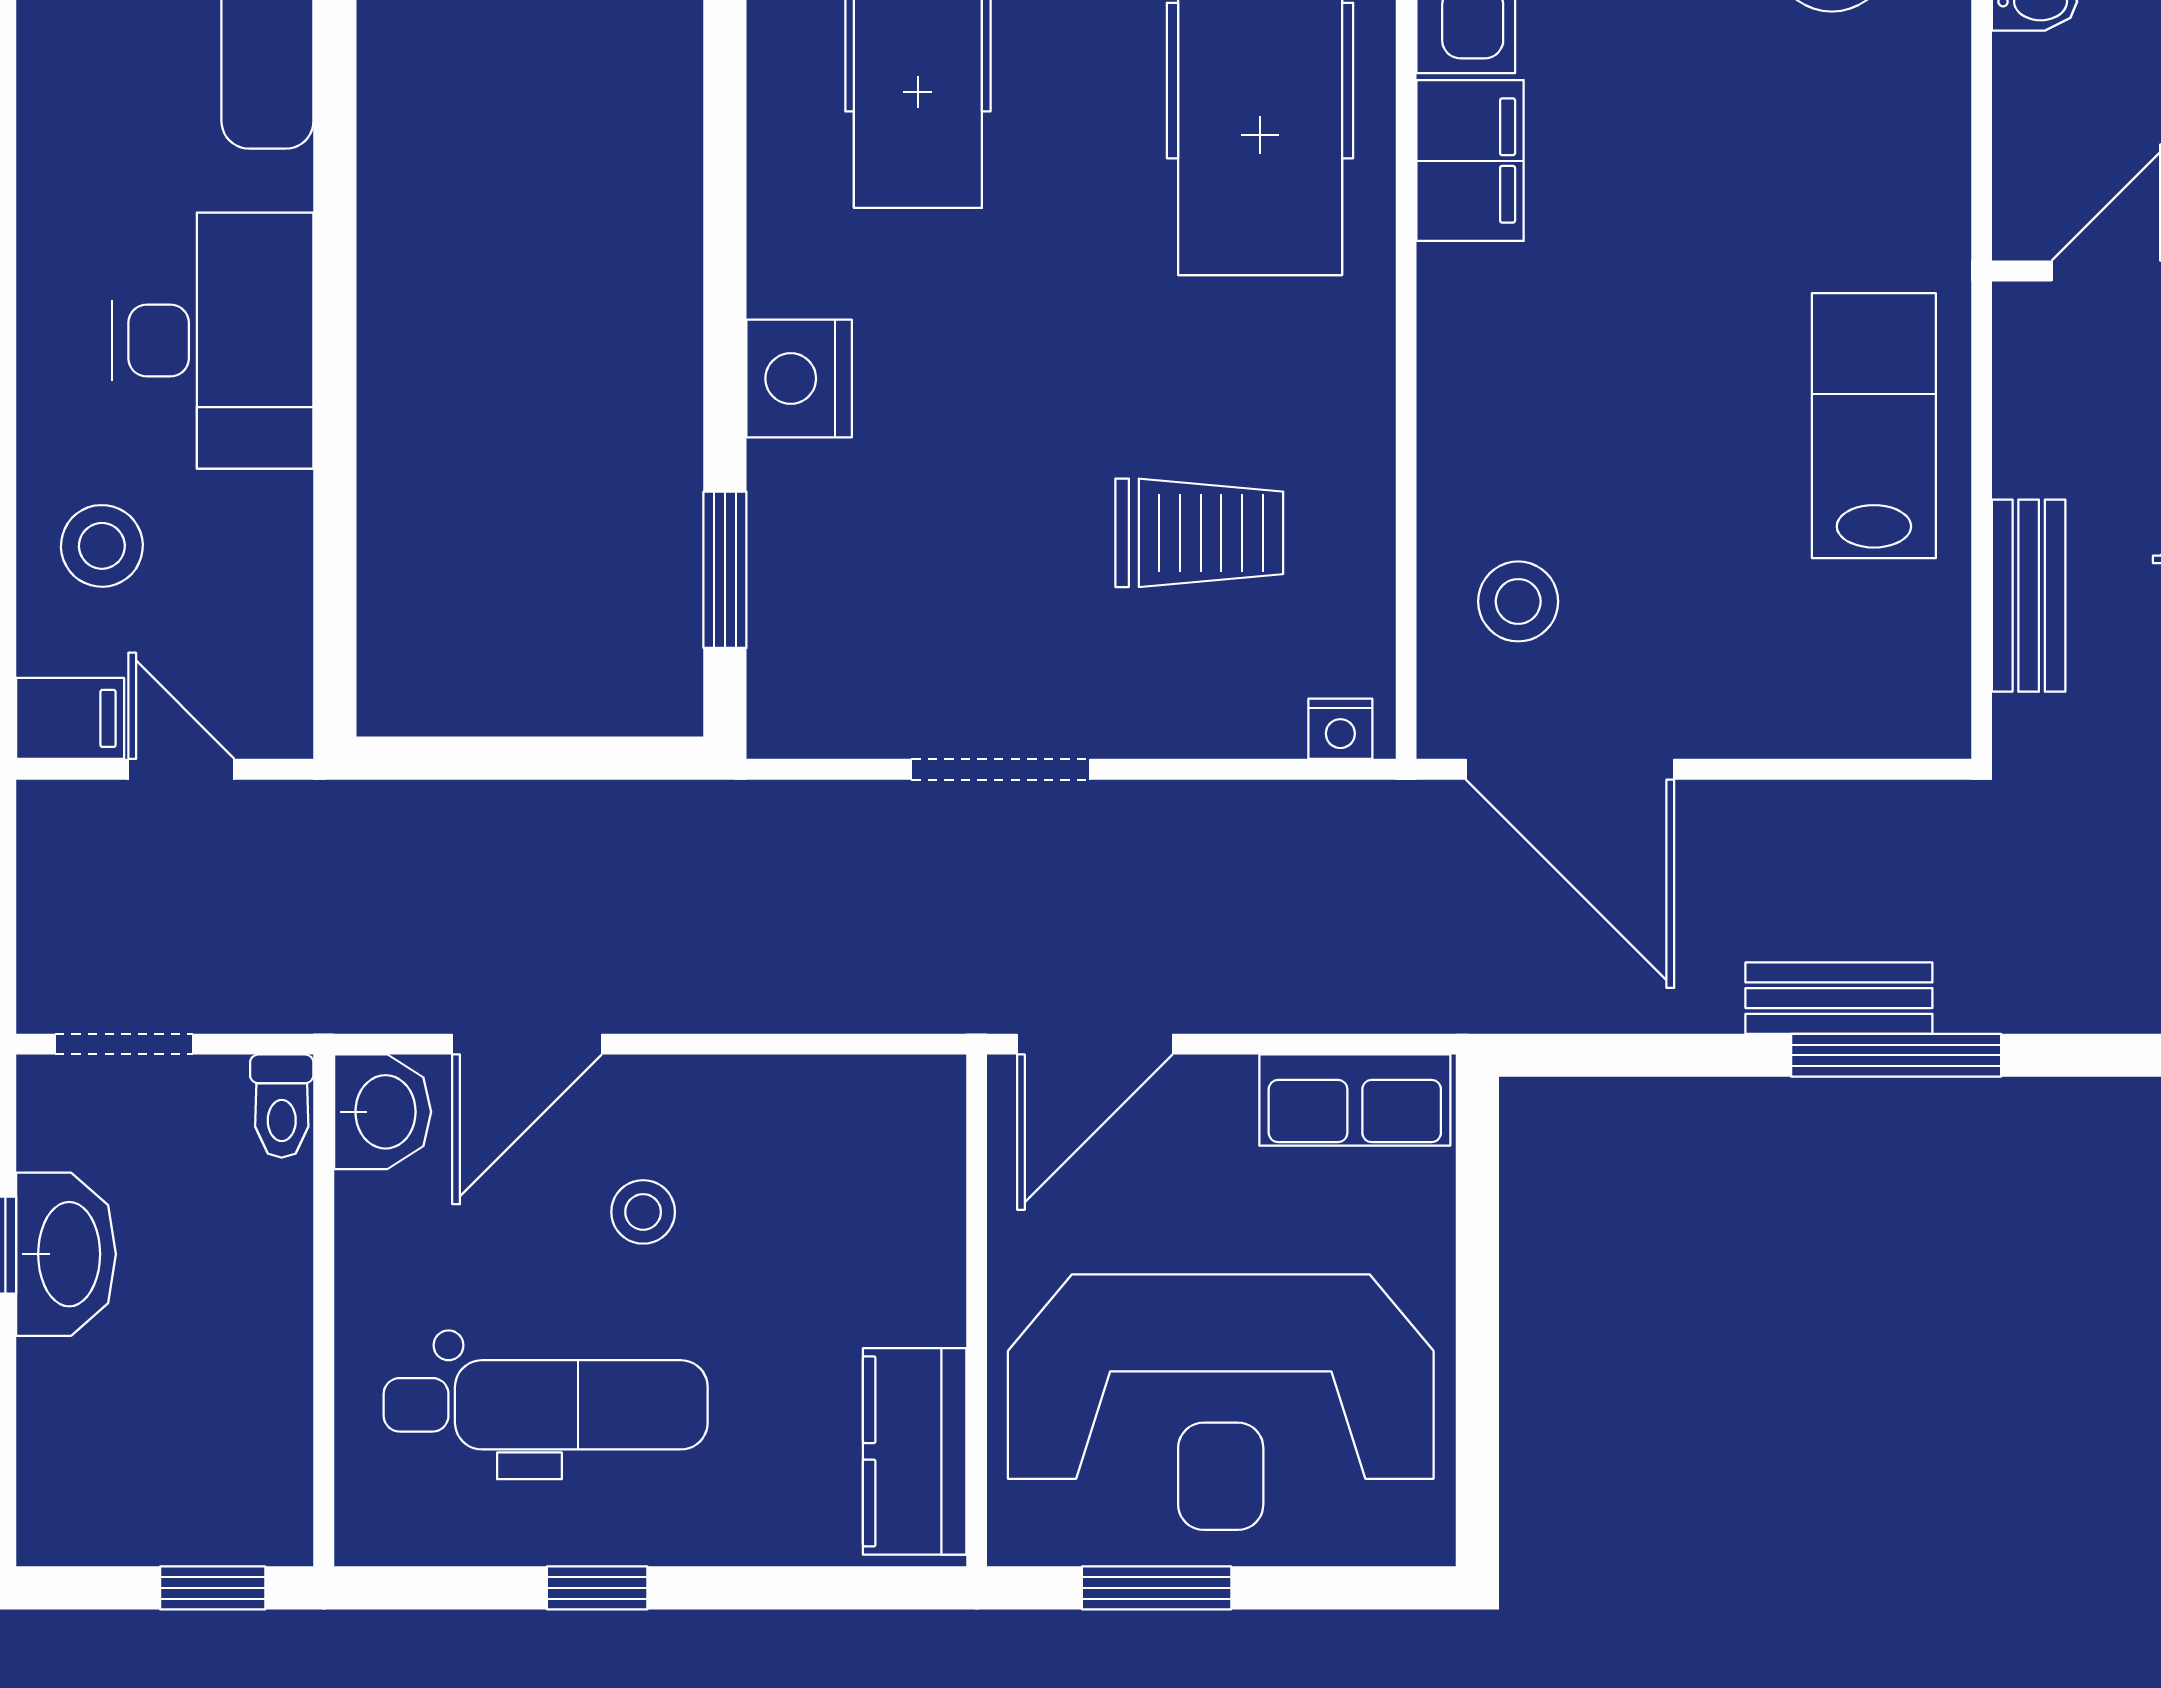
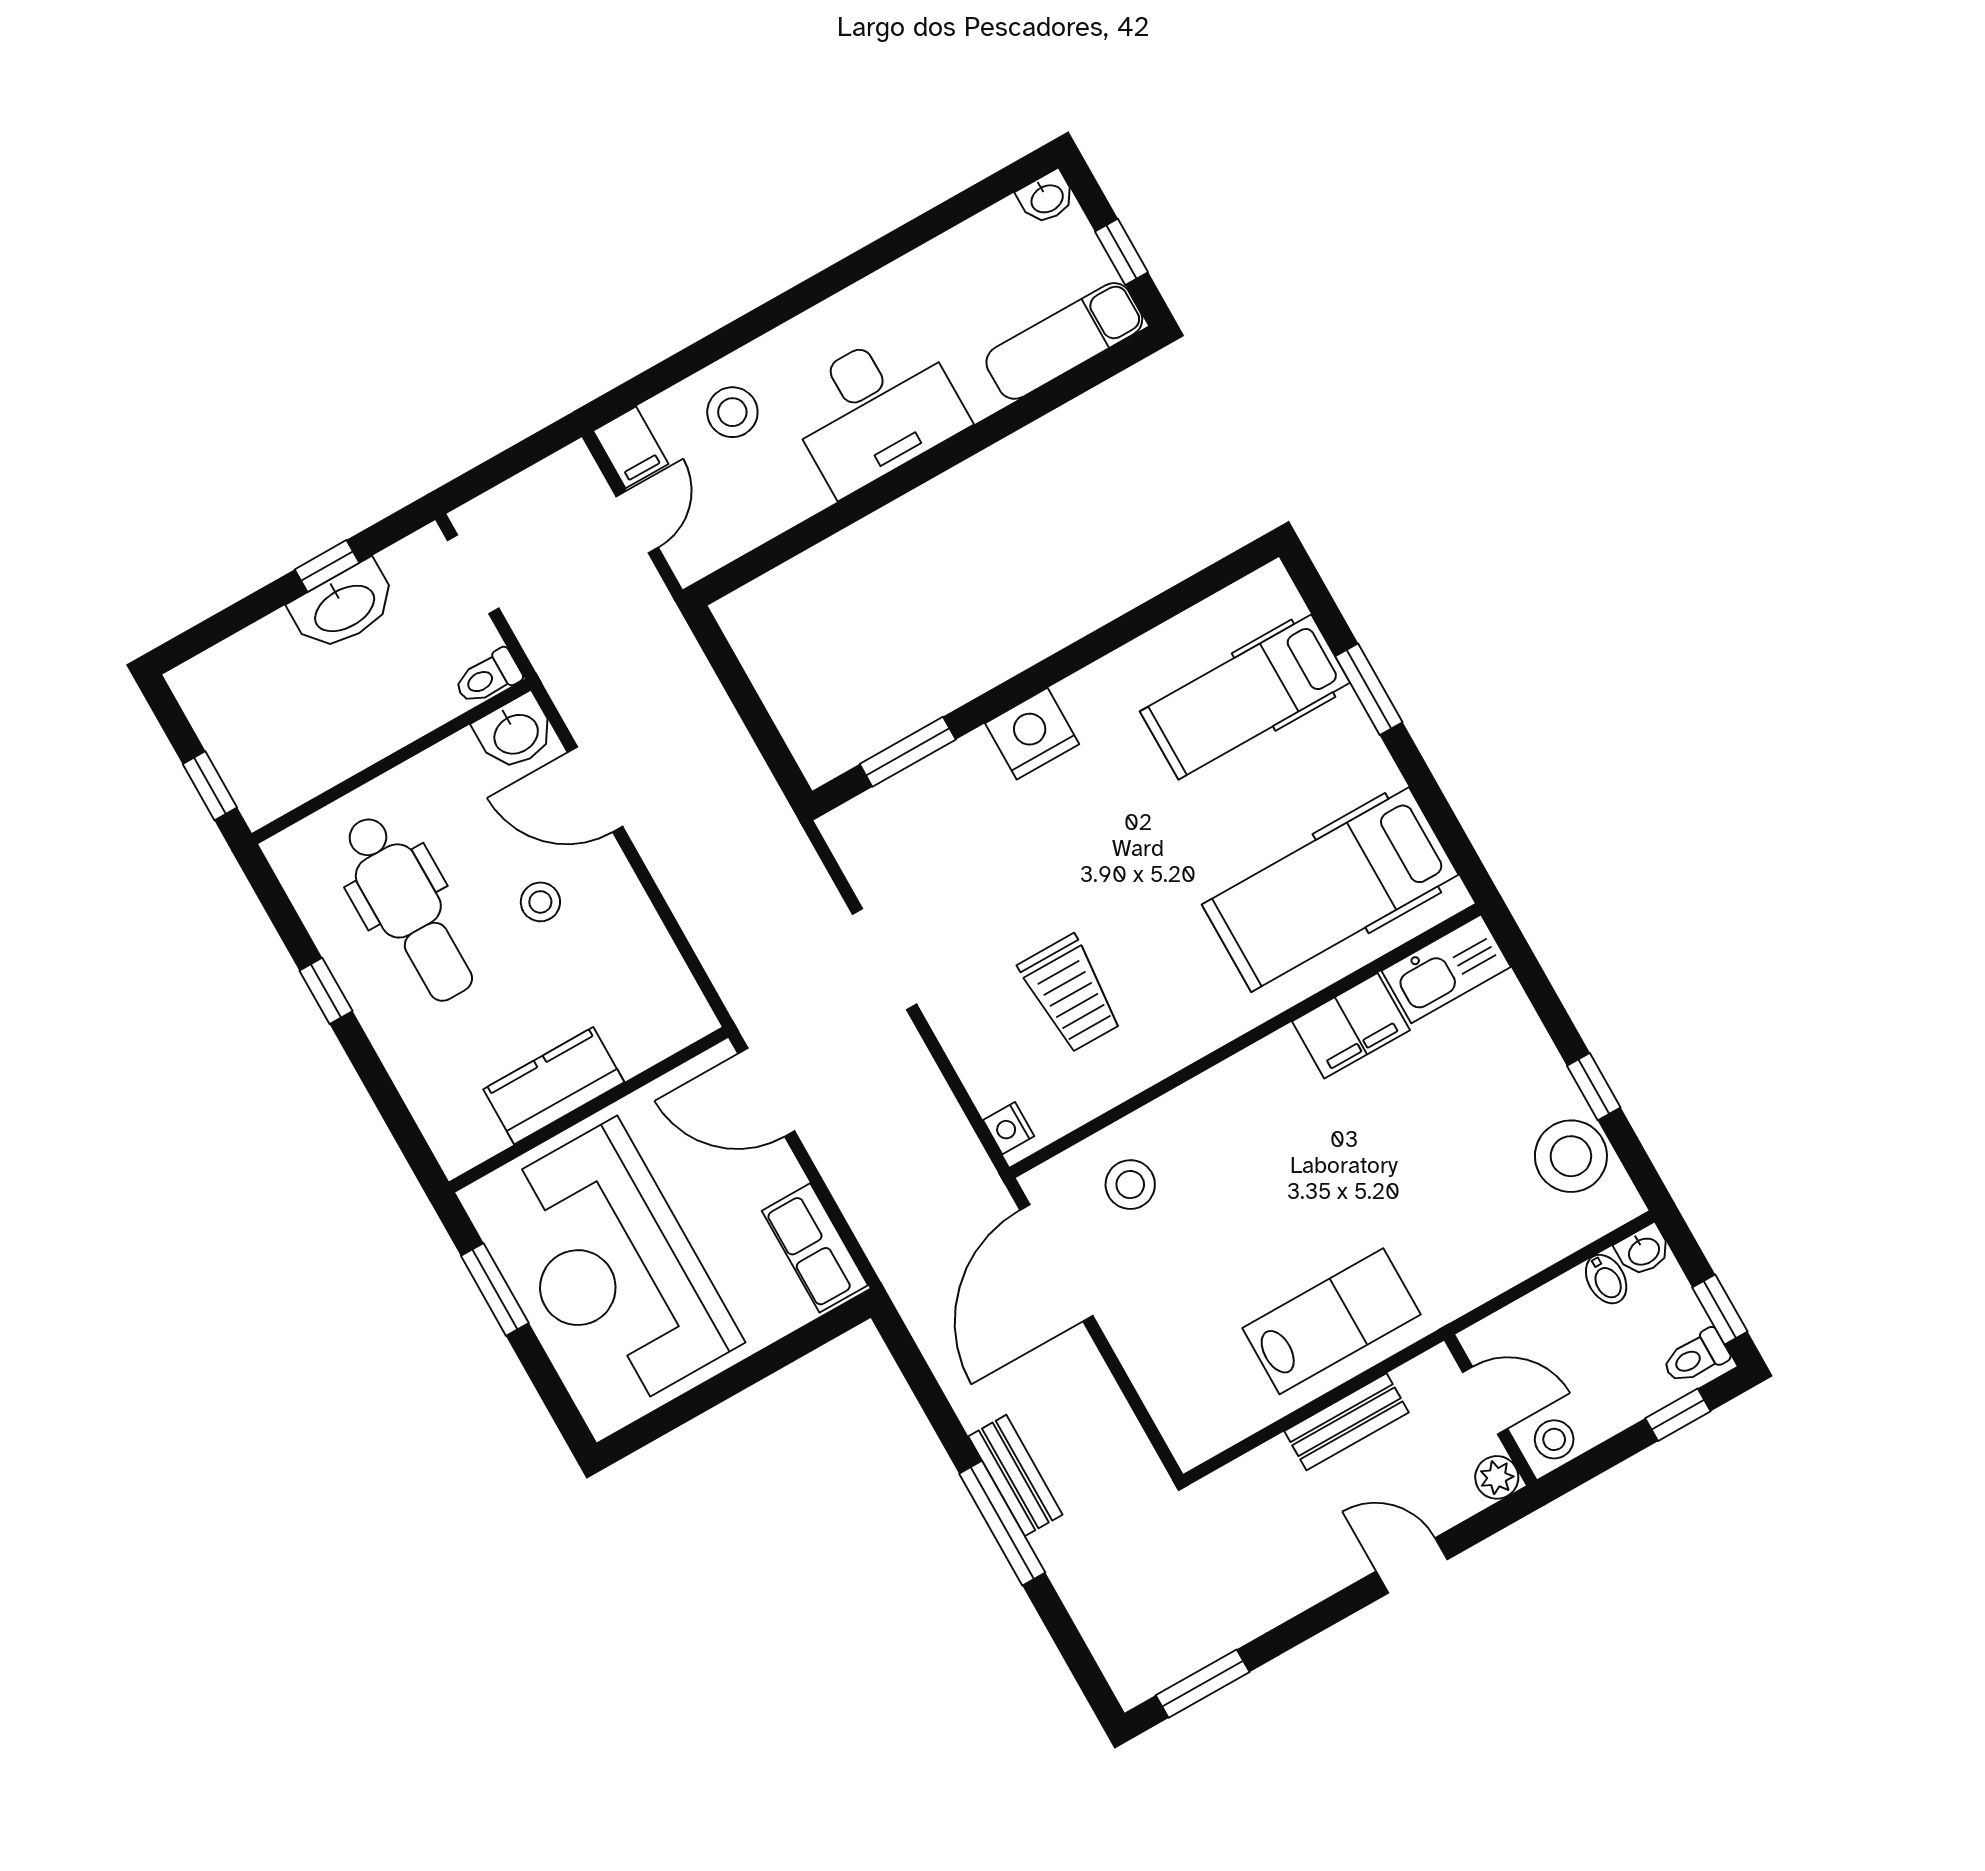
bench: (2029, 596) -> (1346, 1422), moved
kitchen counter: (915, 1451) -> (554, 1086), moved

